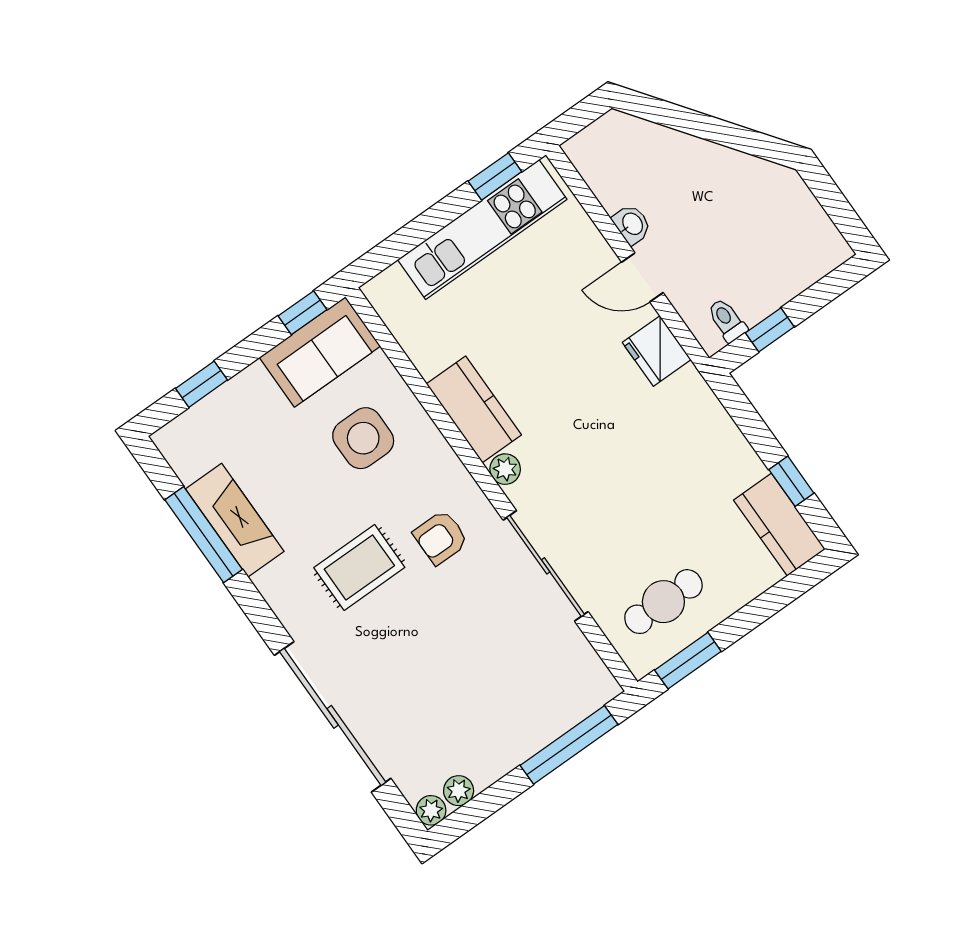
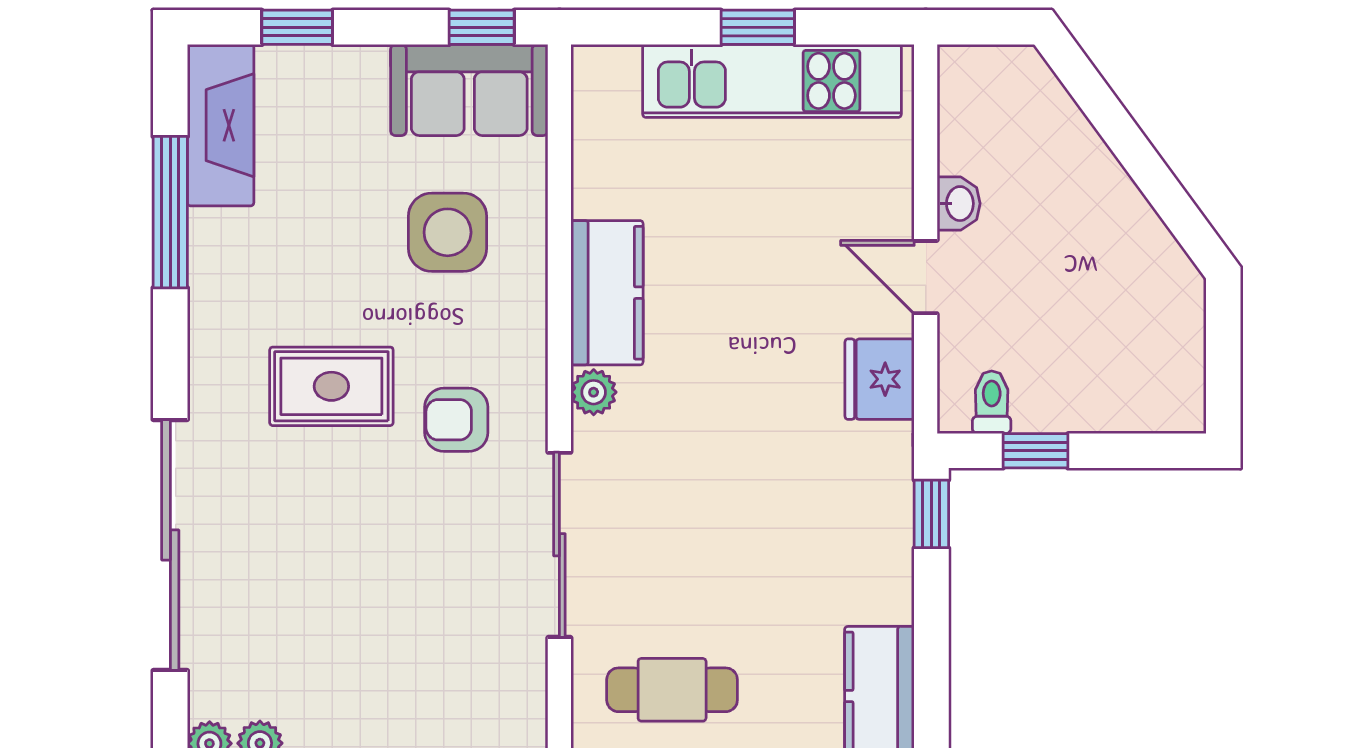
window: (495, 176) -> (758, 27), moved
window: (791, 481) -> (931, 514), moved
fireplace: (235, 520) -> (221, 125), moved

